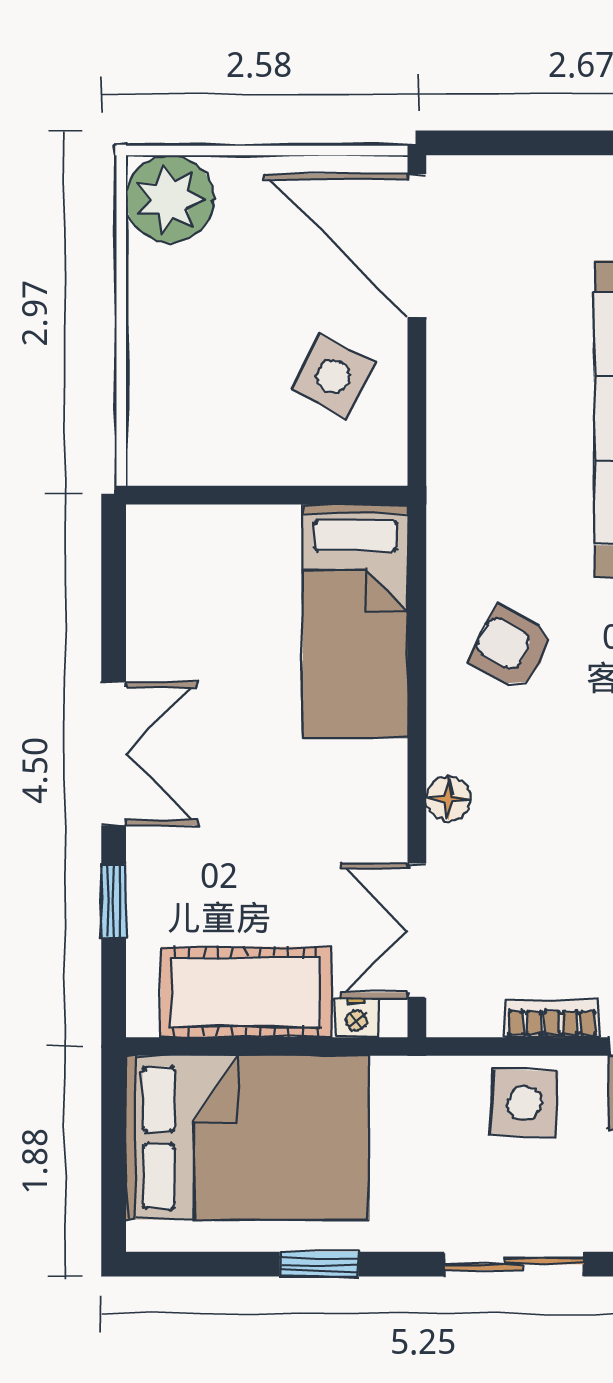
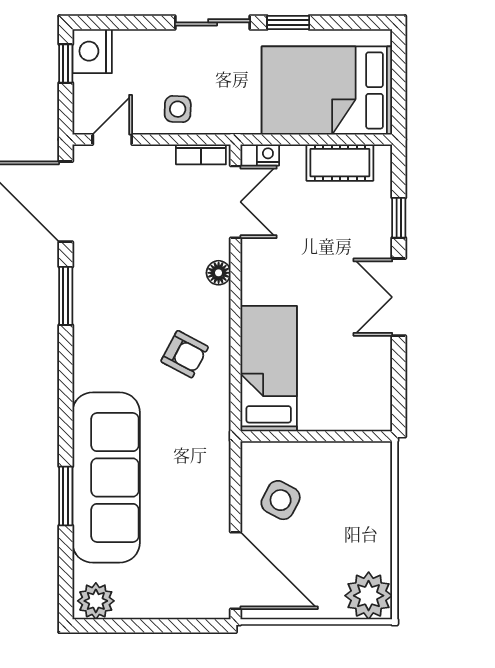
cot: (246, 992) -> (340, 163), width x0.73, depth x0.75
bookcase: (552, 1019) -> (201, 154), moved
side table: (524, 1103) -> (178, 109), width x0.73, depth x0.73
sliding door: (514, 1264) -> (213, 22), moved

